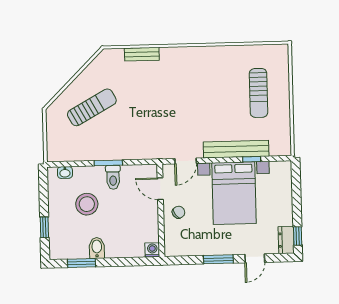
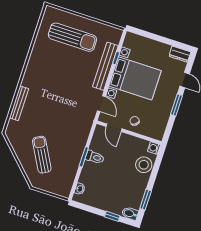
bench: (142, 54) -> (19, 103), width x1.36
sun lounger: (258, 93) -> (72, 37), width x1.36, depth x1.34
door: (160, 189) -> (114, 128), hinge flipped
stool: (87, 204) -> (144, 165), moved
window: (298, 236) -> (180, 45), removed
bidet: (97, 248) -> (130, 213), moved

